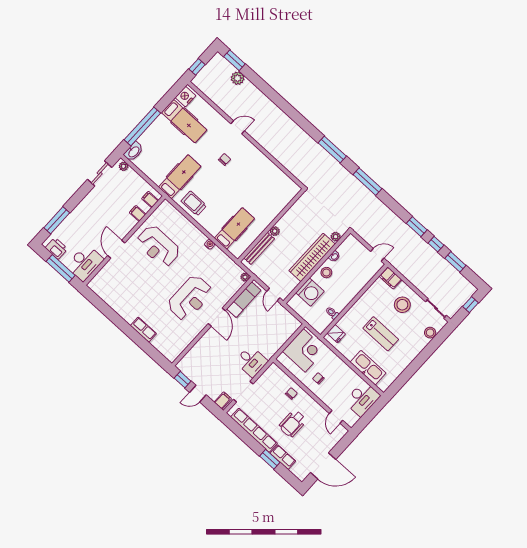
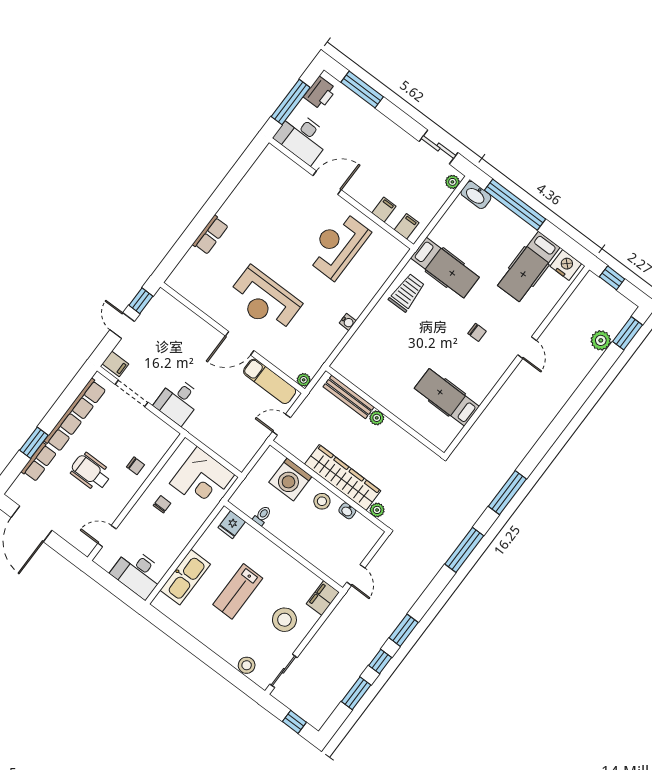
hospital bed: (234, 228) -> (447, 397), moved, turned 180

